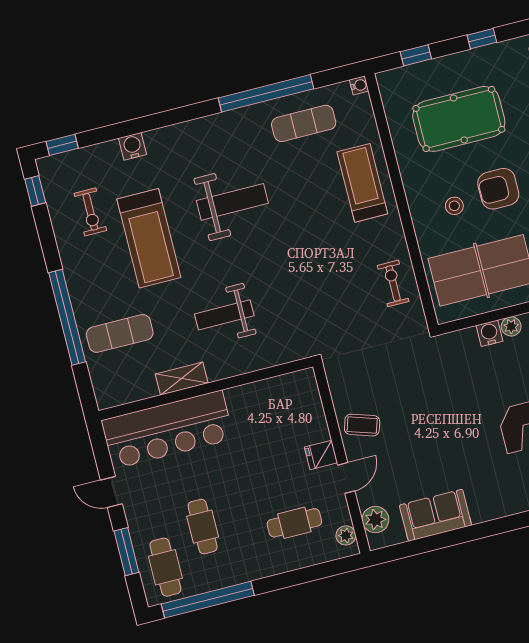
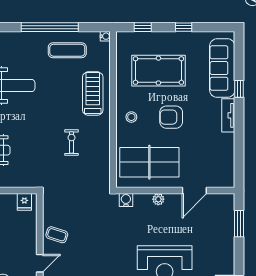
stool: (454, 206) -> (131, 117), moved
exercise bike: (393, 283) -> (71, 142), moved
water cooler: (490, 333) -> (126, 200), moved
fridge: (321, 455) -> (24, 202), moved, turned -90

